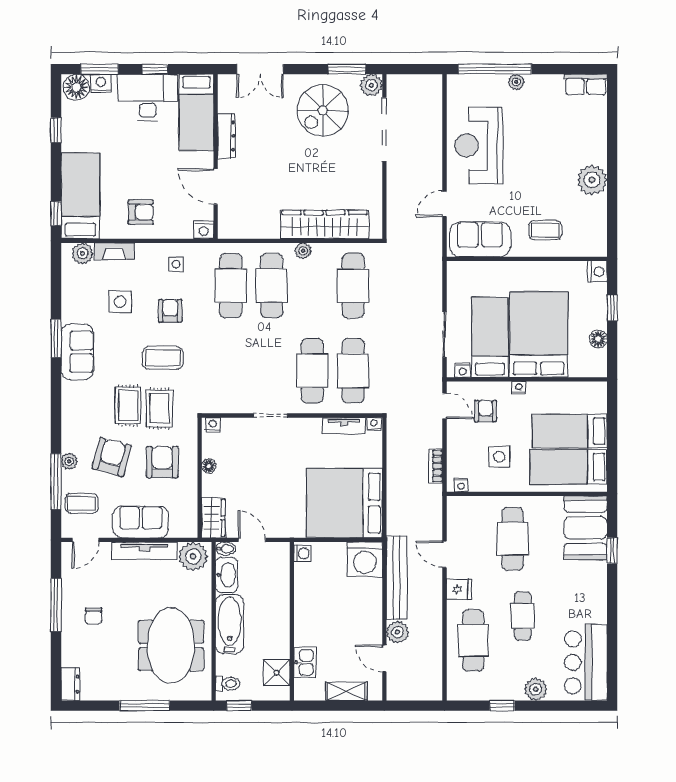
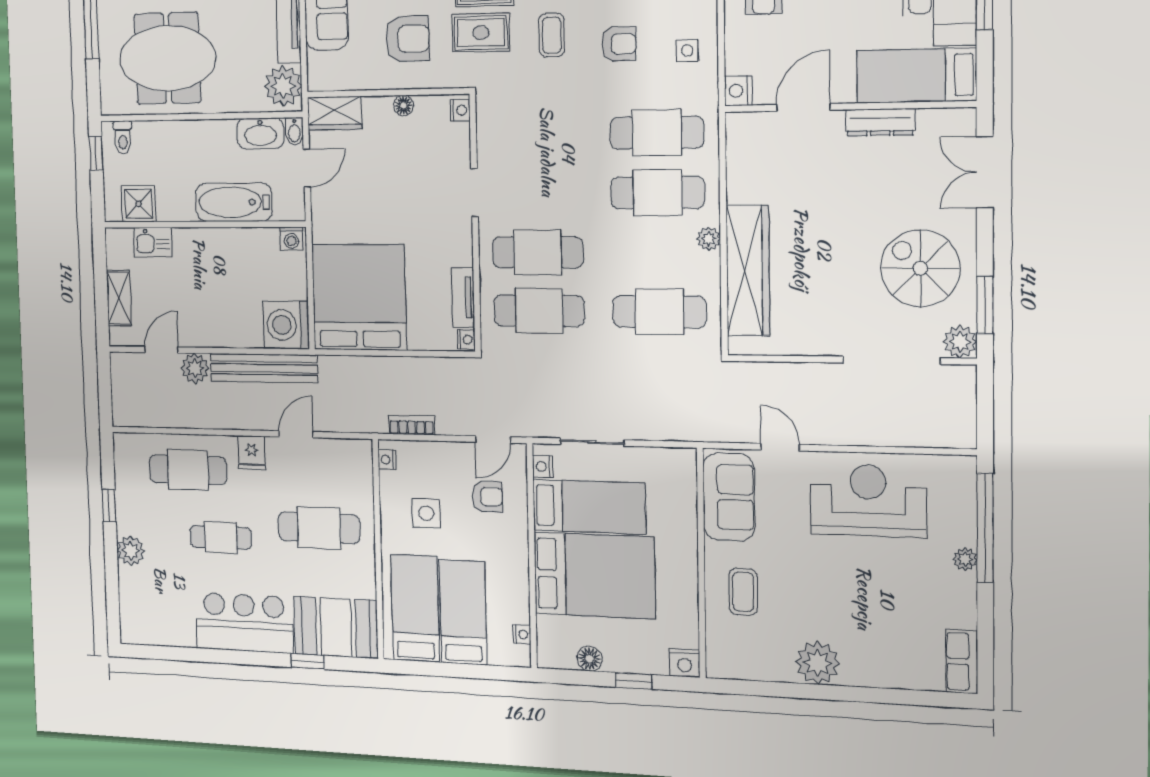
coffee table: (163, 358) -> (552, 35), width x0.73, depth x0.77
nightstand: (519, 388) -> (522, 635), moved
bathtub: (230, 624) -> (234, 202), moved, turned 180
bar counter: (586, 662) -> (244, 623), moved

